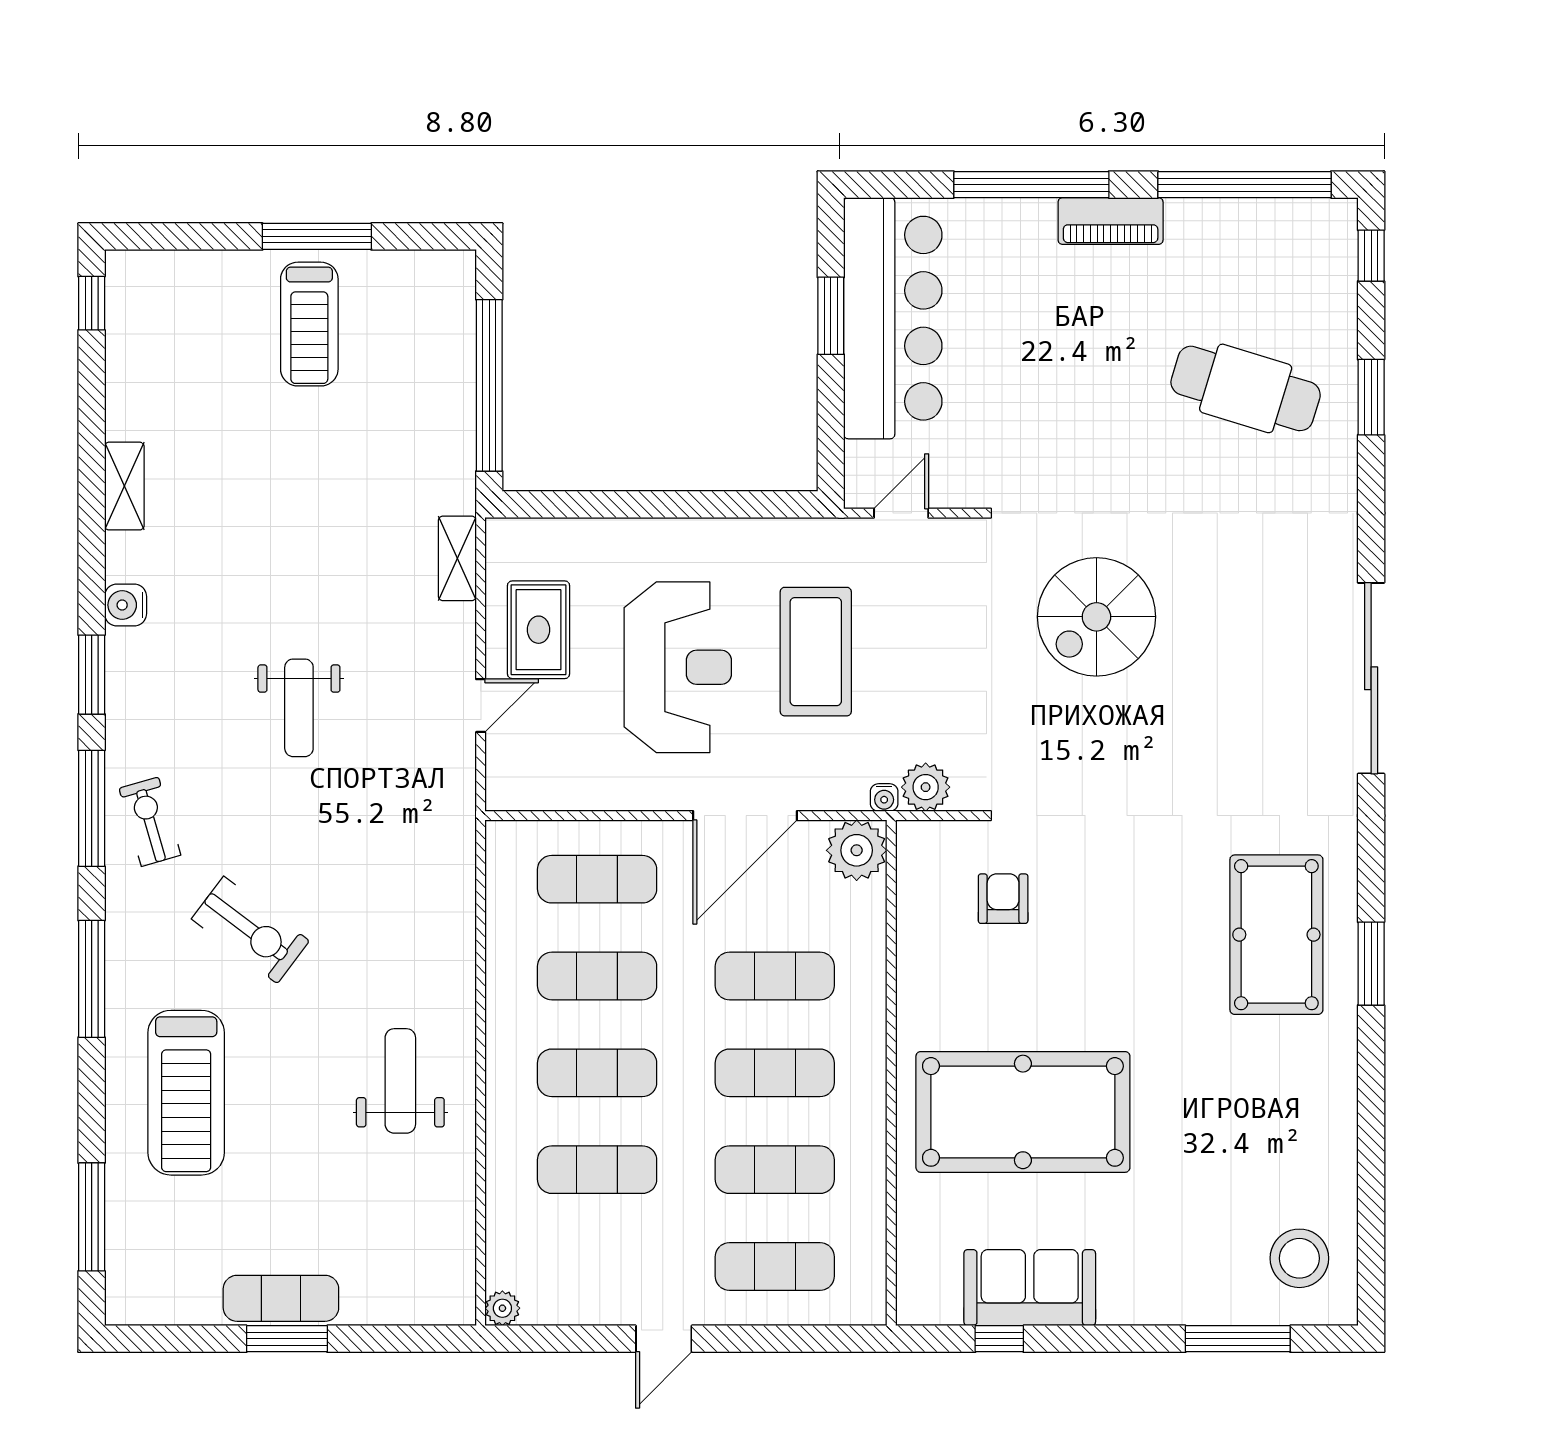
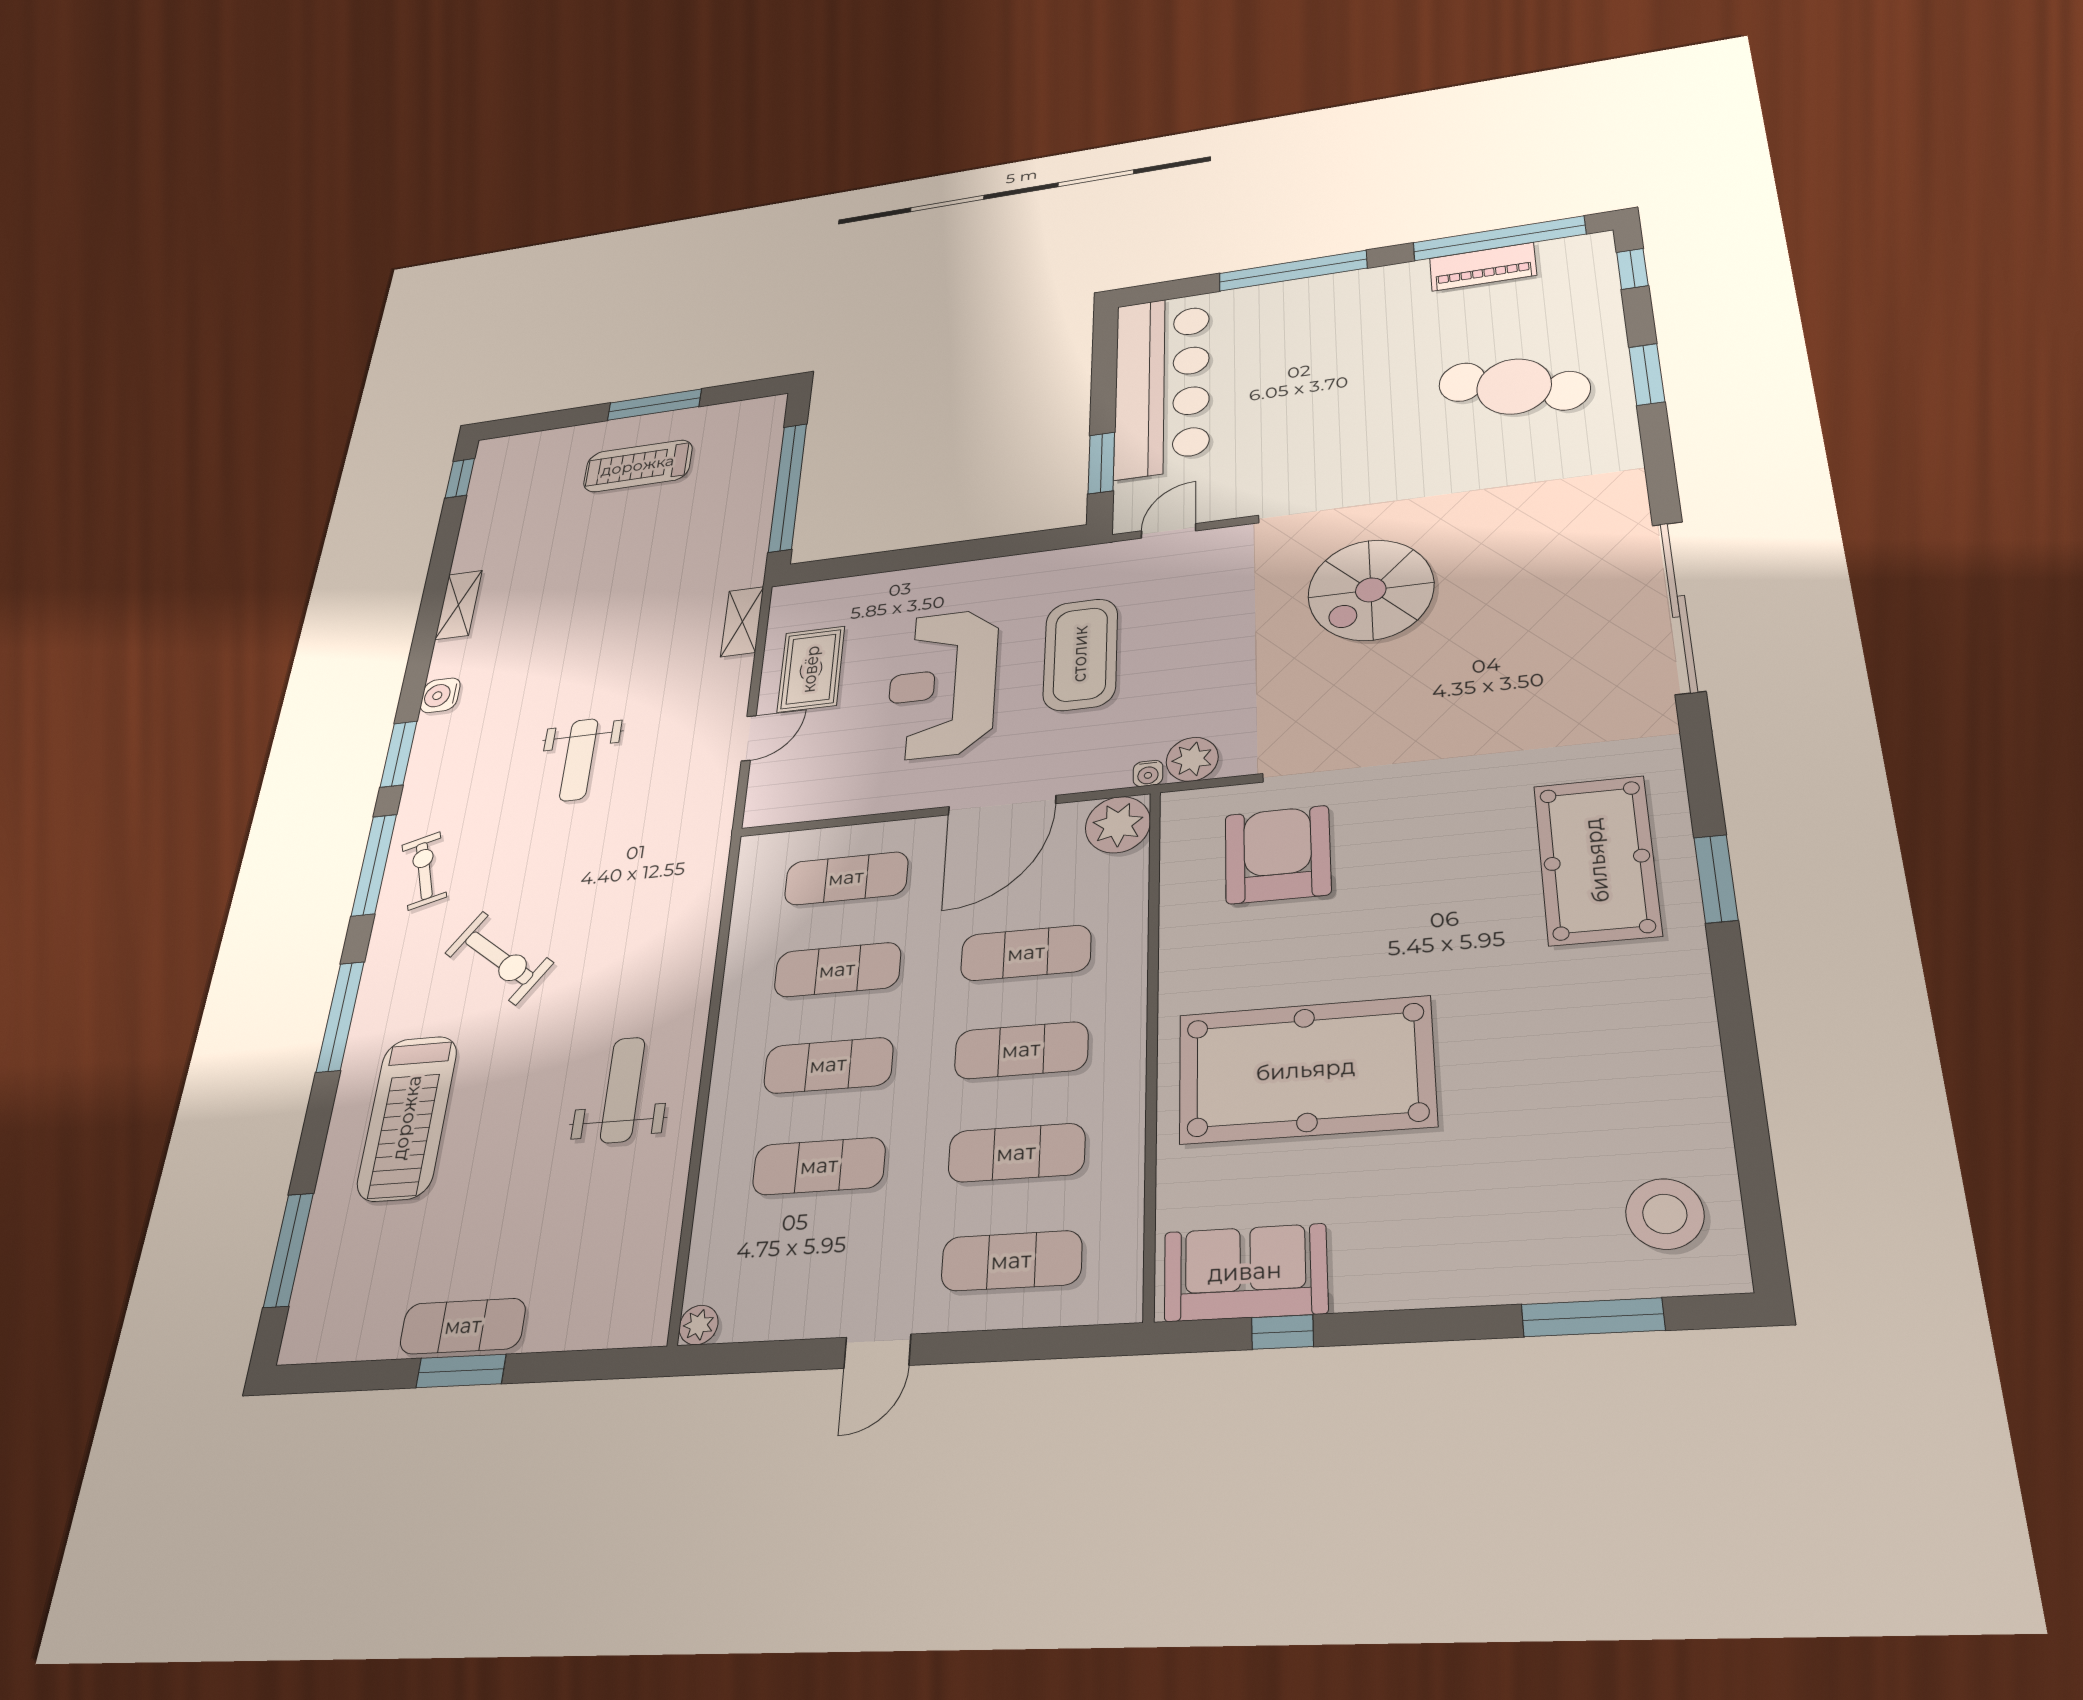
piano: (1111, 221) -> (1483, 267), moved
window: (831, 316) -> (1101, 463), moved
treadmill: (309, 324) -> (638, 466), turned 90
reception desk: (678, 667) -> (942, 684), turned 180
armchair: (1003, 899) -> (1278, 855), width x1.88, depth x1.88
sofa: (1030, 1288) -> (1245, 1272), moved

